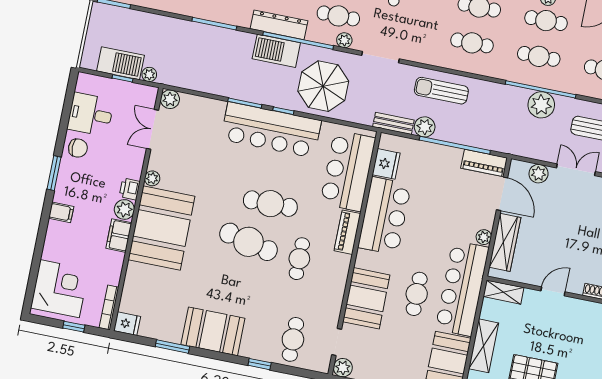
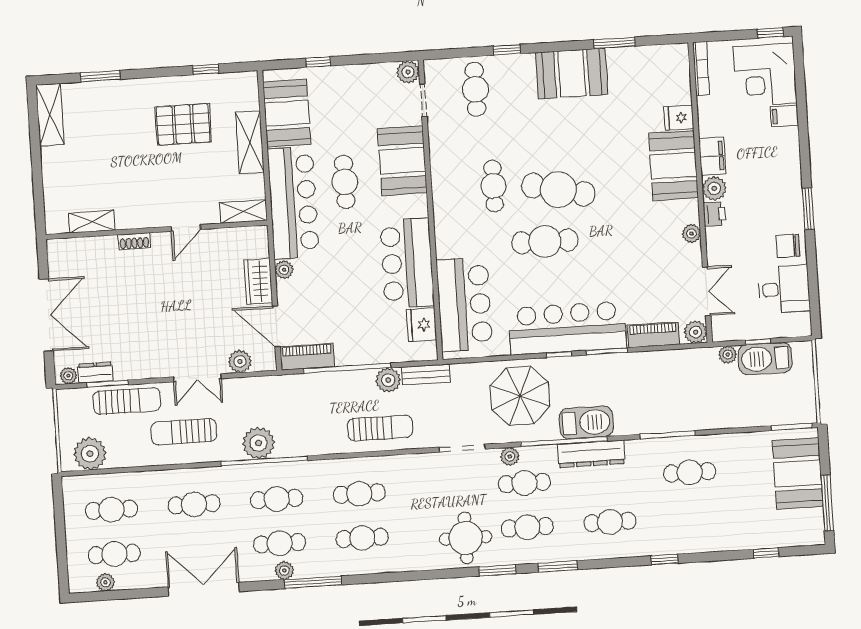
filing cabinet: (61, 212) -> (784, 116), moved
booth: (161, 228) -> (674, 166), width x0.73, depth x0.70
piano: (347, 232) -> (653, 335), moved, turned -90
wardrobe: (505, 242) -> (258, 281), width x0.67
fridge: (127, 324) -> (679, 118), moved
window: (74, 327) -> (770, 33), moved

